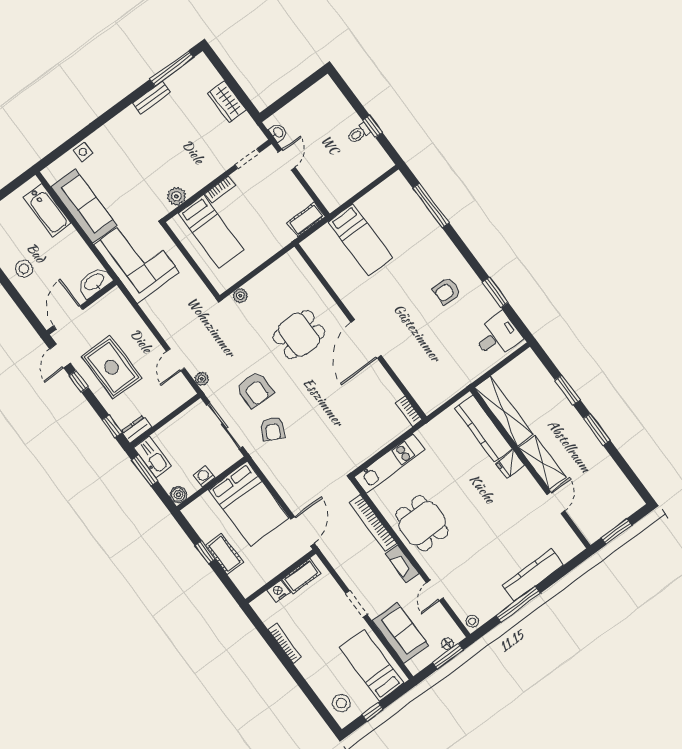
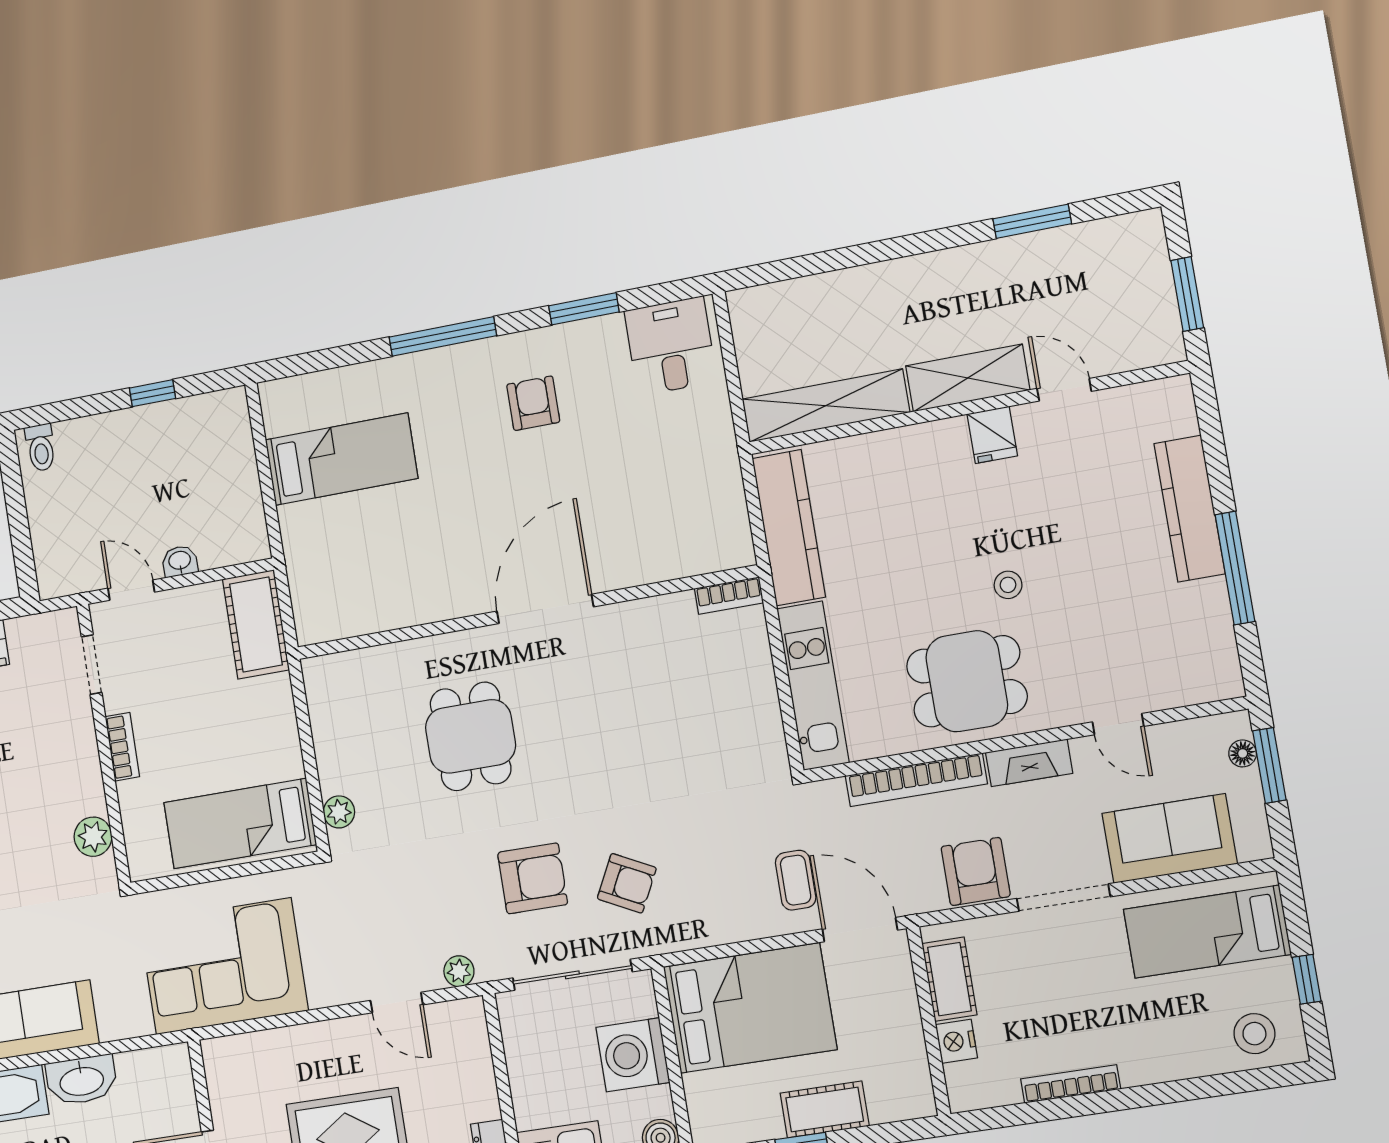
washbasin: (278, 132) -> (180, 561), moved
toilet: (359, 133) -> (41, 448), moved
window: (431, 205) -> (443, 336), moved
cot: (306, 220) -> (256, 624), width x1.37, depth x1.34
bed: (211, 231) -> (240, 824), moved, turned 180
bed: (361, 240) -> (341, 459), moved
corner sofa: (137, 258) -> (224, 966), moved
washbasin: (94, 282) -> (82, 1080), moved, turned -90
armchair: (447, 291) -> (533, 403), turned 180
door: (366, 339) -> (545, 609), swing flipped
window: (568, 390) -> (848, 257), removed
kitchen counter: (484, 428) -> (789, 528), moved, turned -90
window: (597, 429) -> (1032, 221), moved
fridge: (510, 464) -> (992, 435), moved
washing machine: (204, 476) -> (633, 1055), width x1.89, depth x1.89
coffee table: (309, 496) -> (796, 880), added
armchair: (349, 565) -> (976, 871), added
doorway: (356, 604) -> (1063, 898), width x1.38
stool: (472, 621) -> (1008, 585), moved

